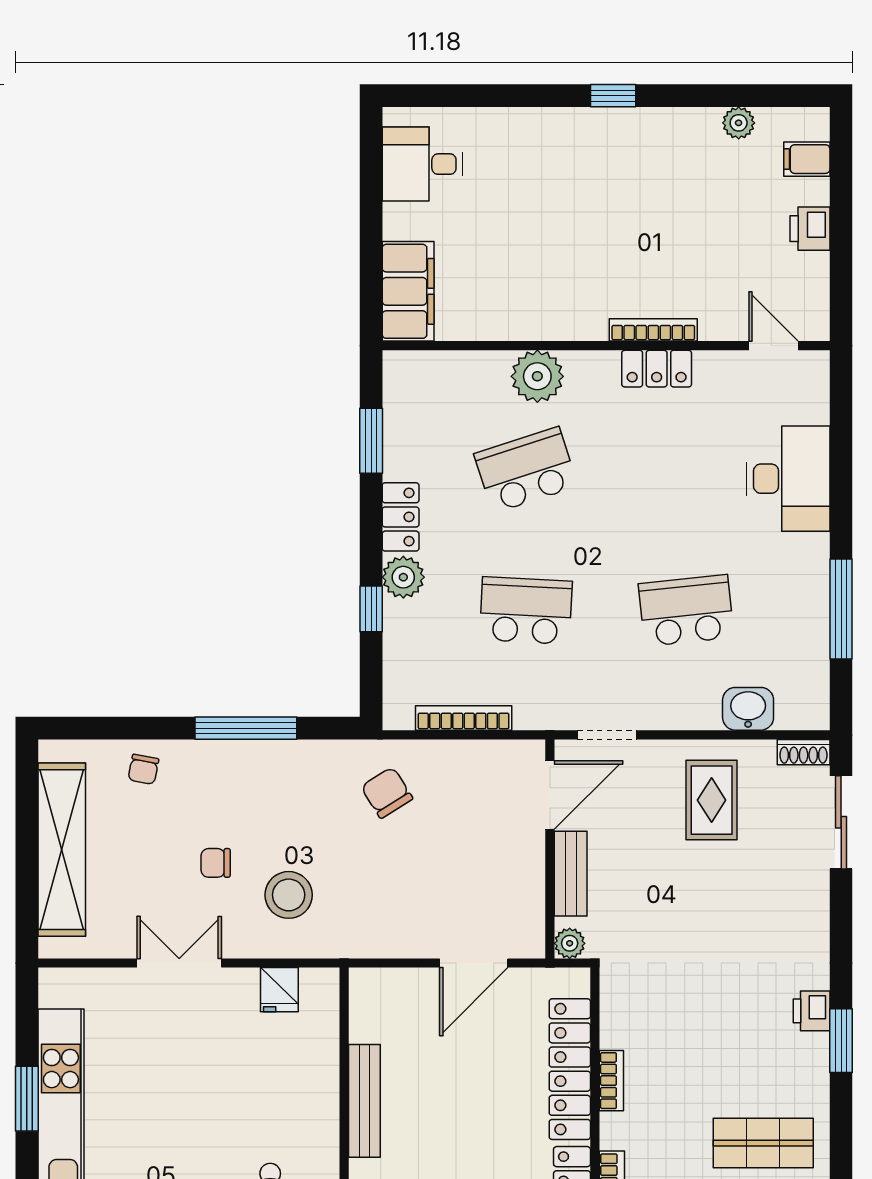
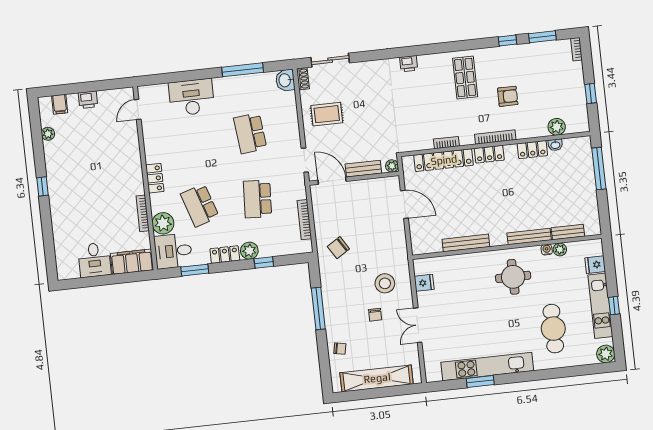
desk: (422, 164) -> (94, 260), moved
bookcase: (653, 330) -> (143, 213), moved
locker: (657, 369) -> (155, 178), moved
plant: (537, 376) -> (163, 223), moved
desk: (423, 394) -> (173, 251), added
washbasin: (748, 709) -> (285, 80), moved
window: (841, 1041) -> (420, 50), removed

